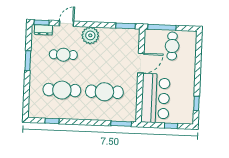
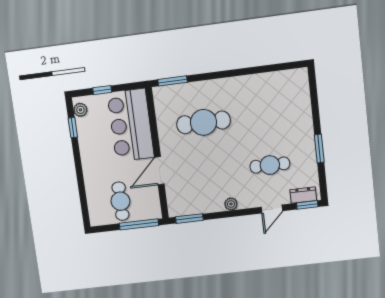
plant: (90, 35) -> (231, 204), width x0.53, depth x0.53
cafe table: (62, 90) -> (264, 115), removed
plant: (189, 115) -> (80, 110), added
window: (52, 121) -> (272, 68), removed

